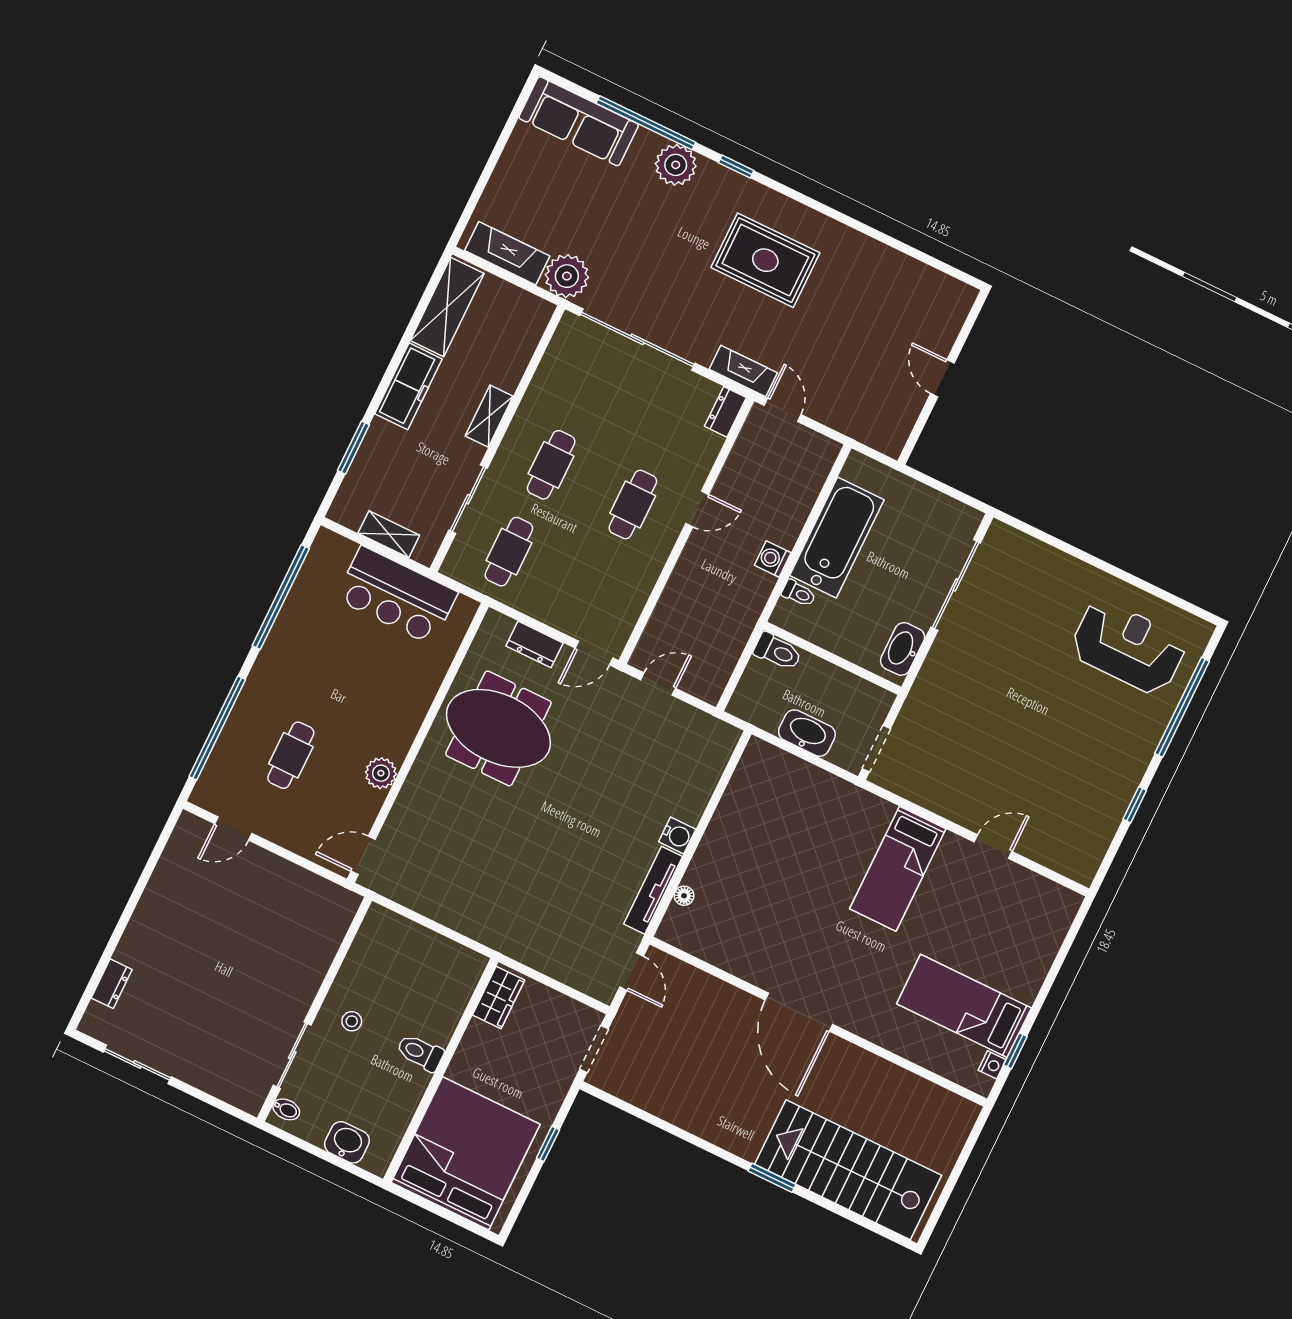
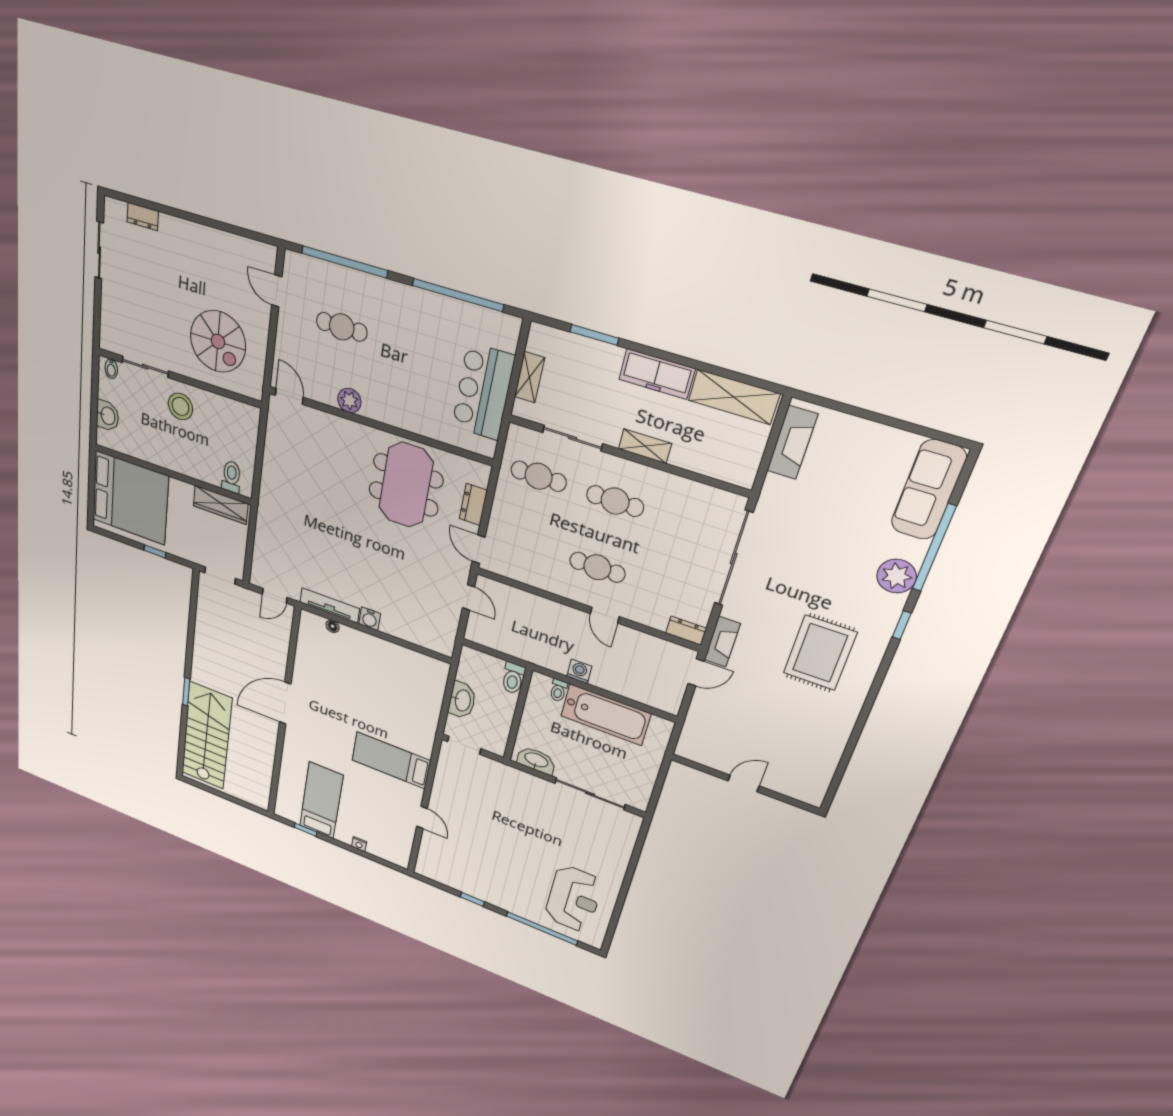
plant: (567, 276) -> (780, 496), removed
spiral stairs: (279, 933) -> (218, 341), added
wardrobe: (498, 998) -> (221, 505), width x1.50
stool: (352, 1021) -> (180, 406), width x1.89, depth x1.89
toilet: (420, 1053) -> (231, 477), moved
nightstand: (992, 1065) -> (359, 844), moved

